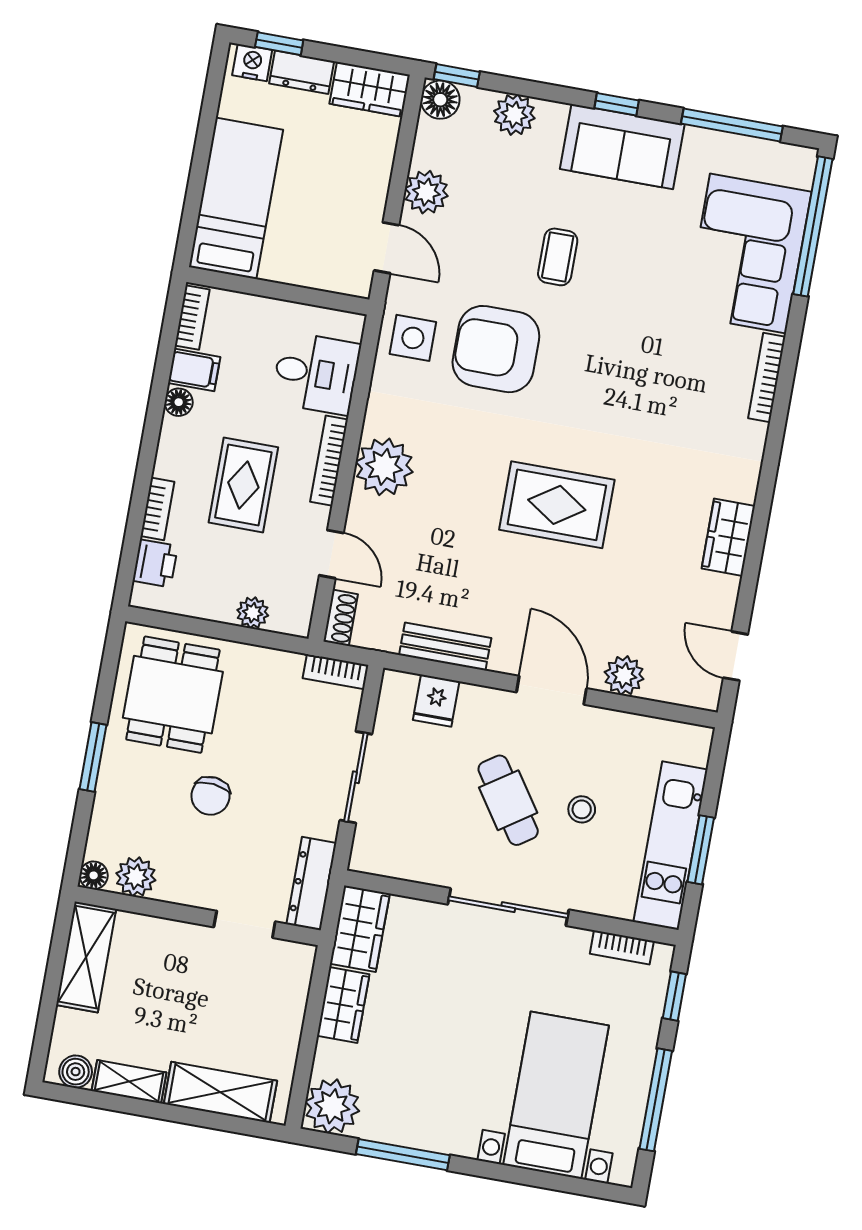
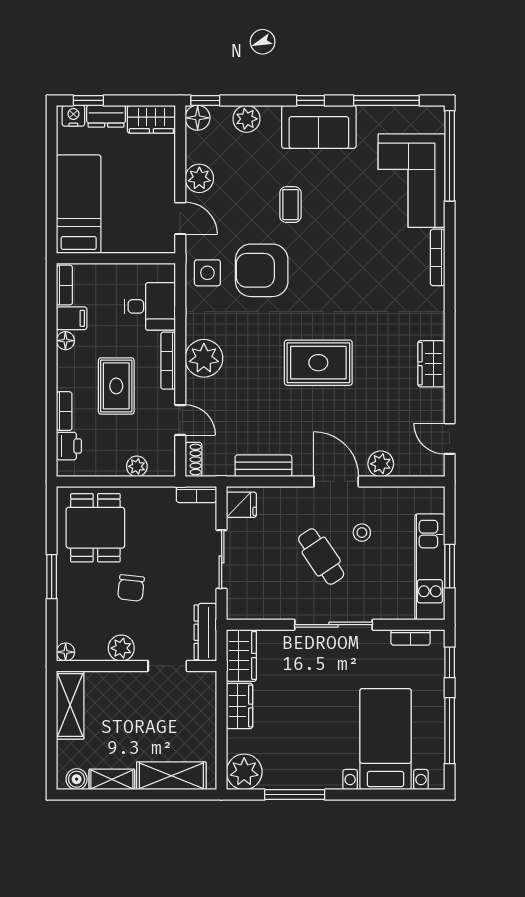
fridge: (436, 701) -> (241, 505), moved, turned -90
stool: (582, 809) -> (362, 533), moved
plant: (136, 877) -> (121, 648), moved

